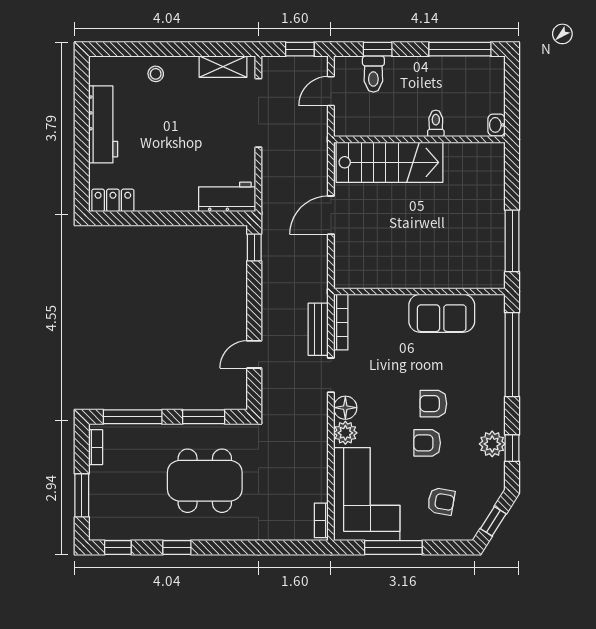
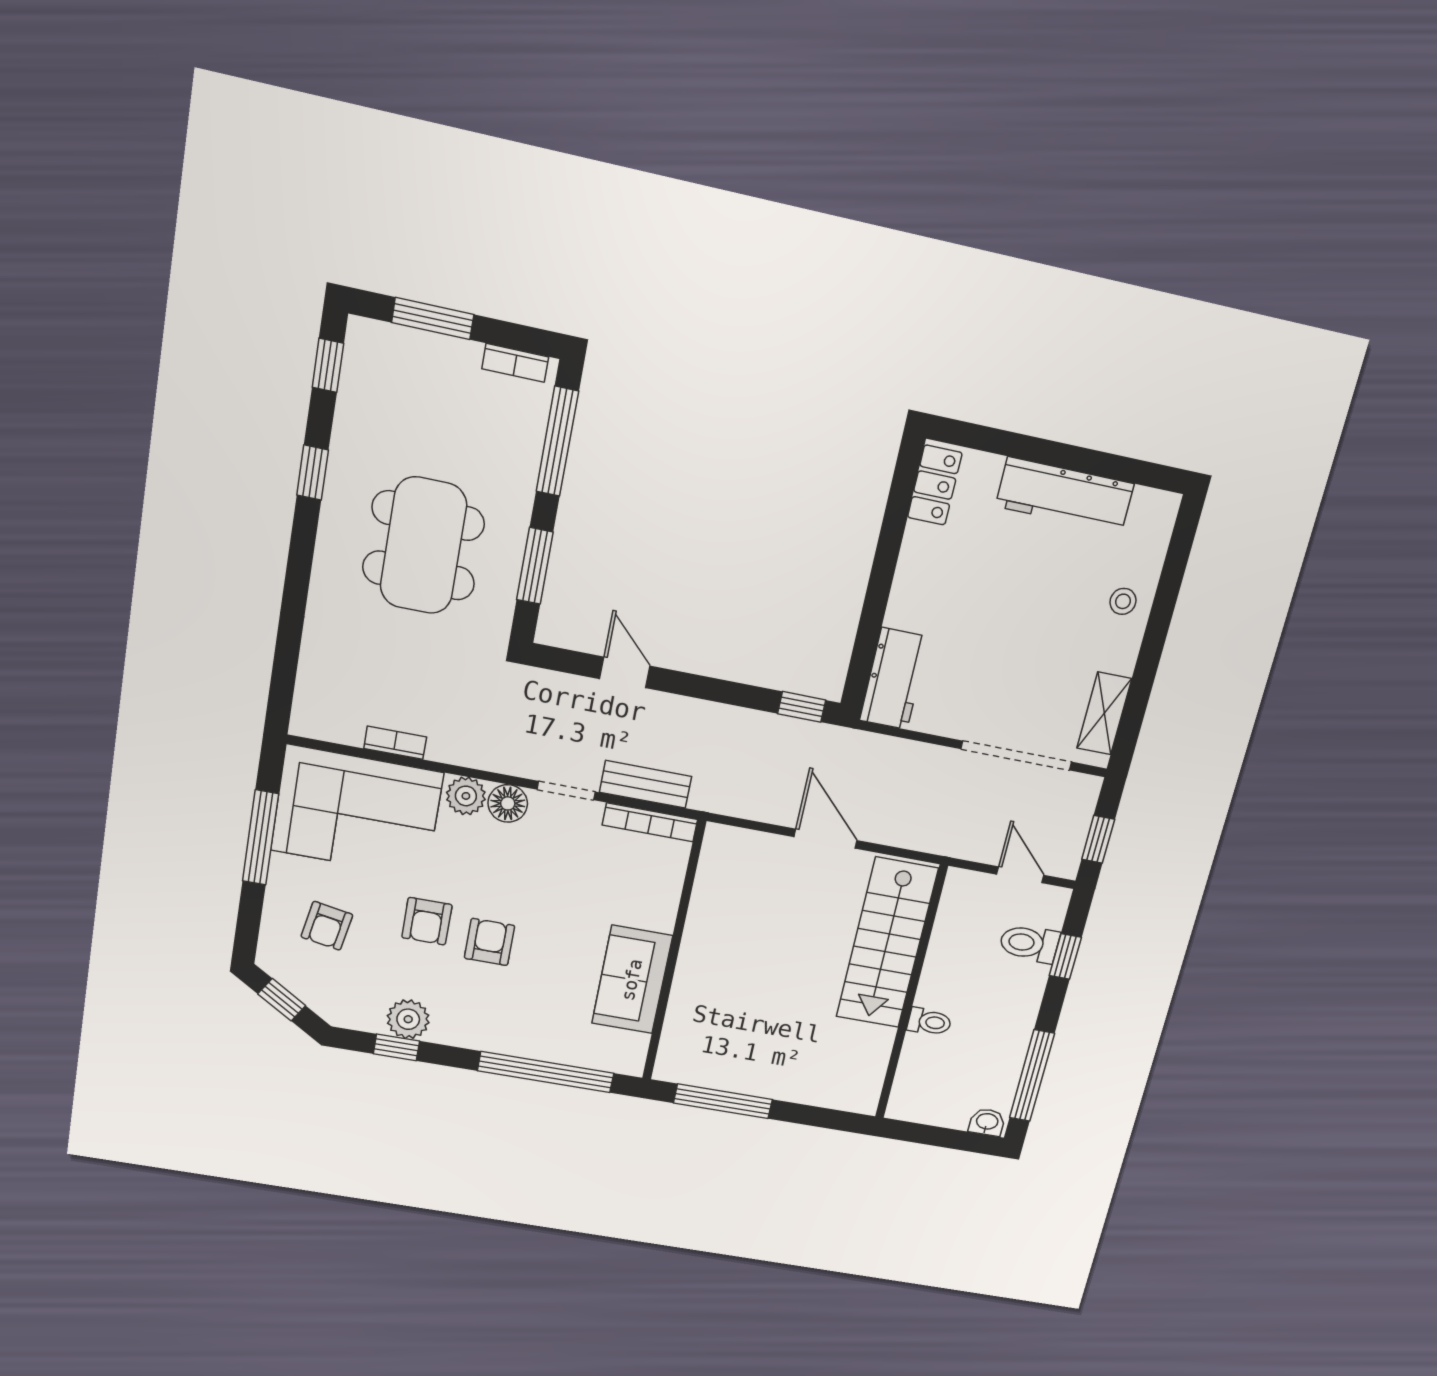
washbasin: (496, 125) -> (987, 1122), moved
armchair: (427, 443) -> (427, 921), turned 180
bookcase: (321, 520) -> (395, 743), moved

